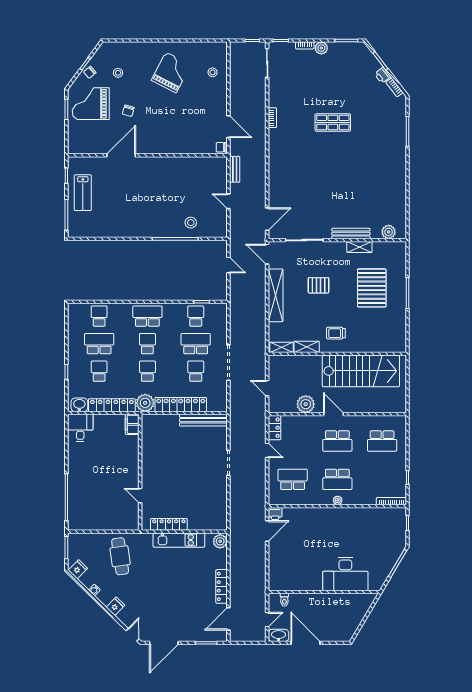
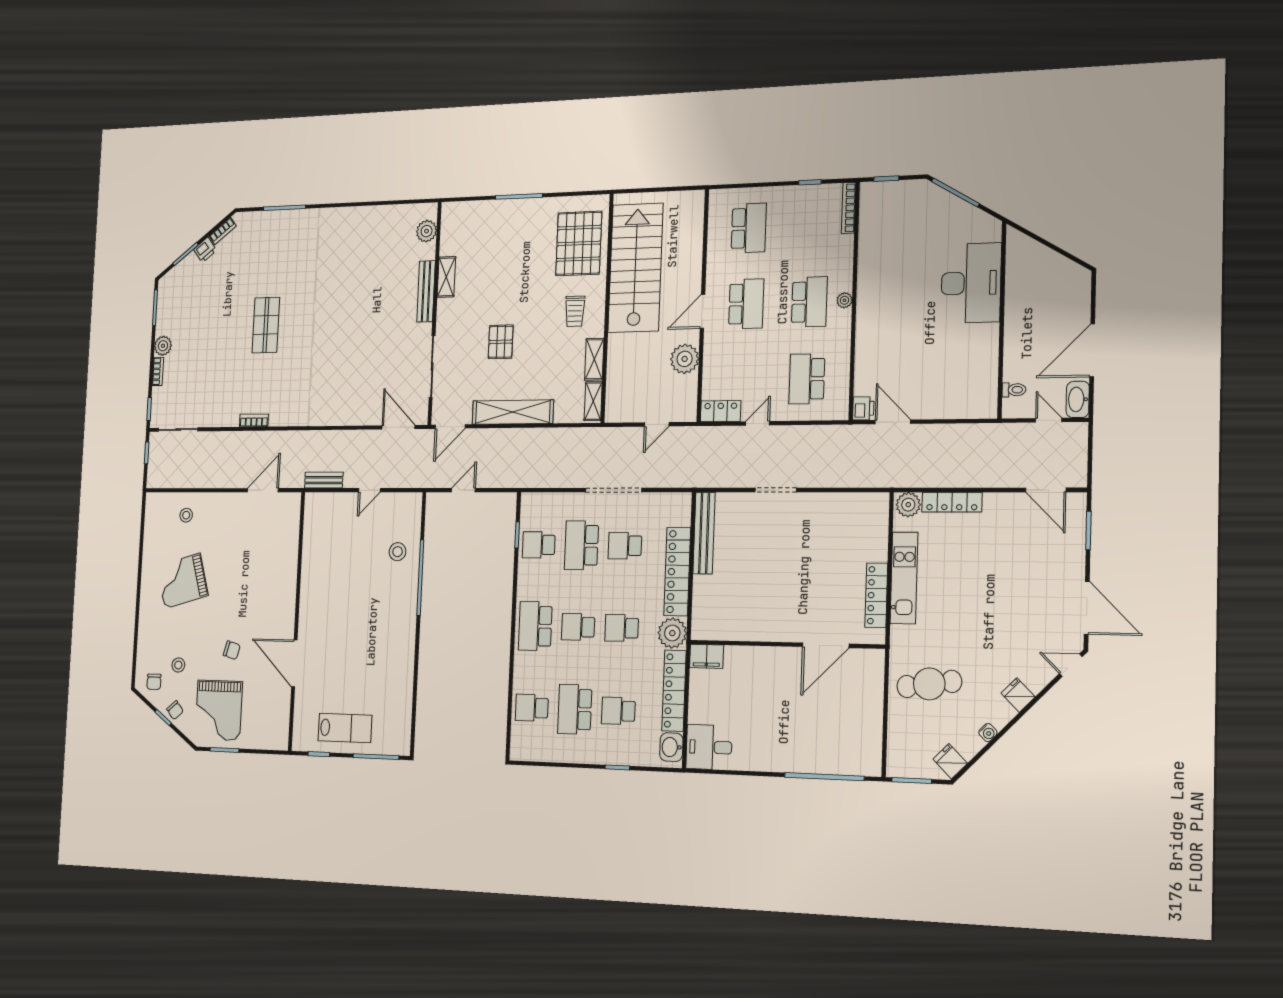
grand piano: (171, 72) -> (182, 581), turned -43
chair: (221, 147) -> (154, 682), moved
pallet: (372, 288) -> (579, 243), moved, turned 90
door: (140, 496) -> (826, 645), width x1.87
locker: (222, 586) -> (952, 502), moved

